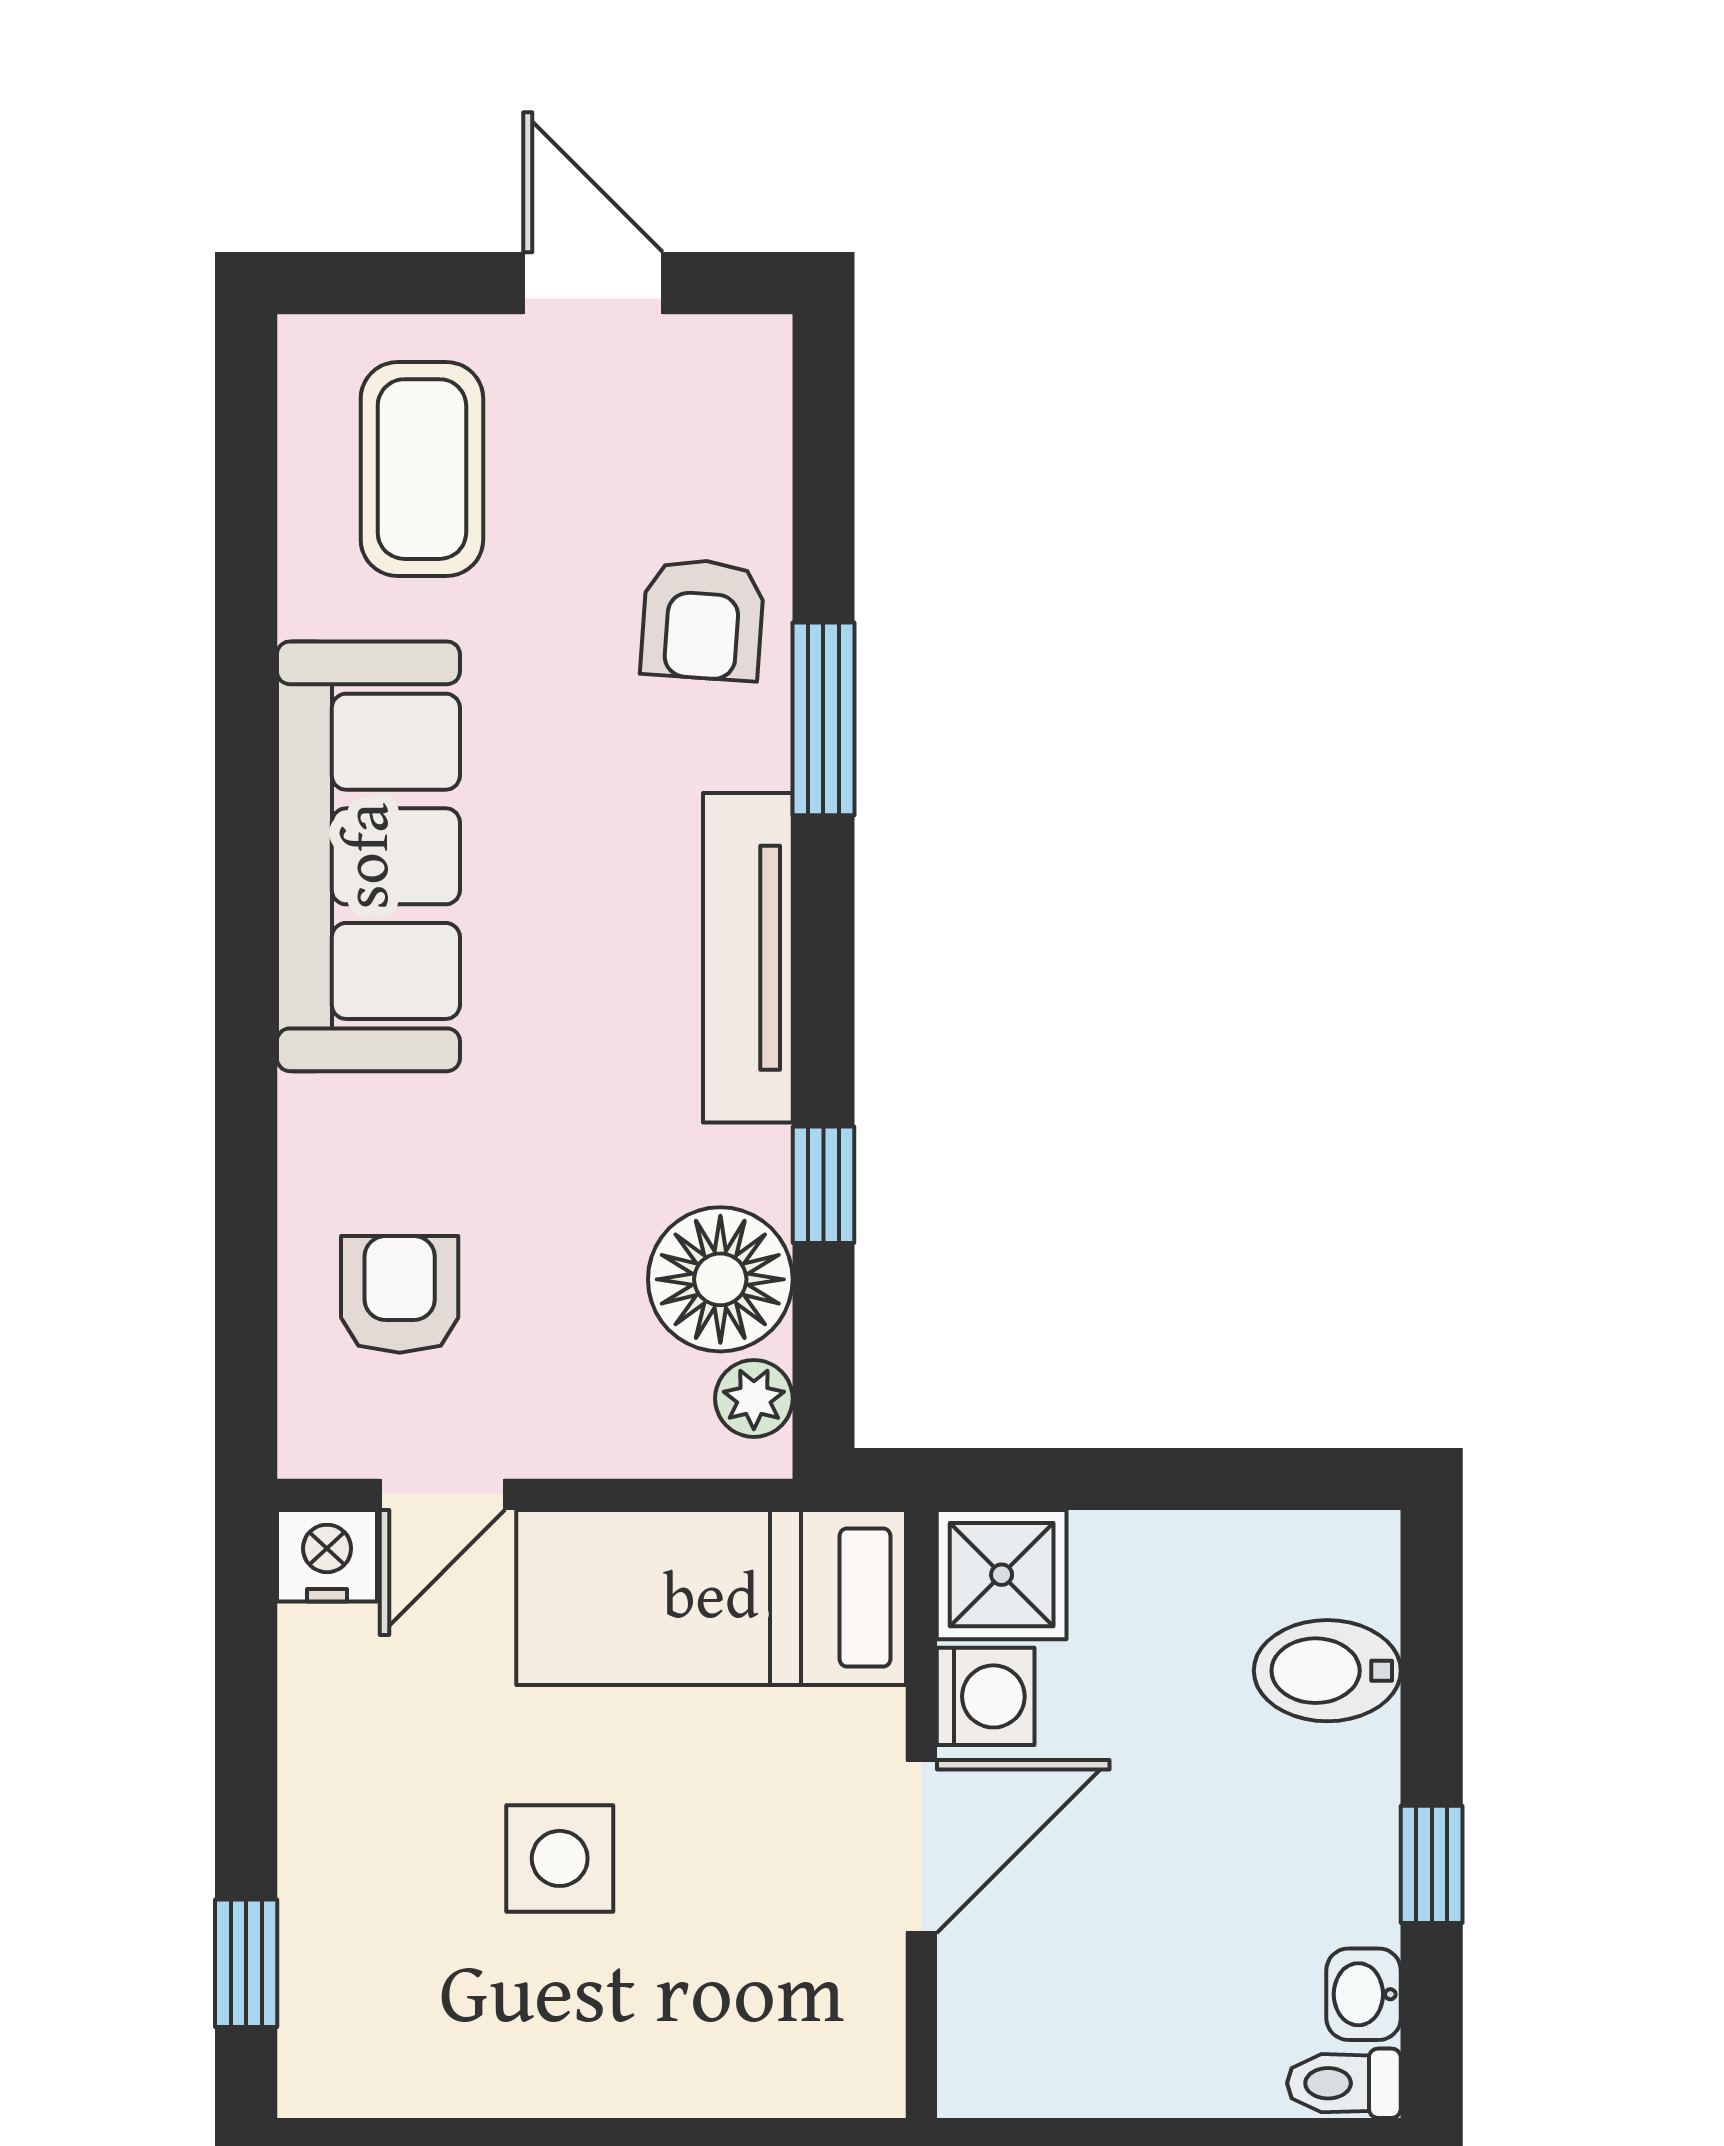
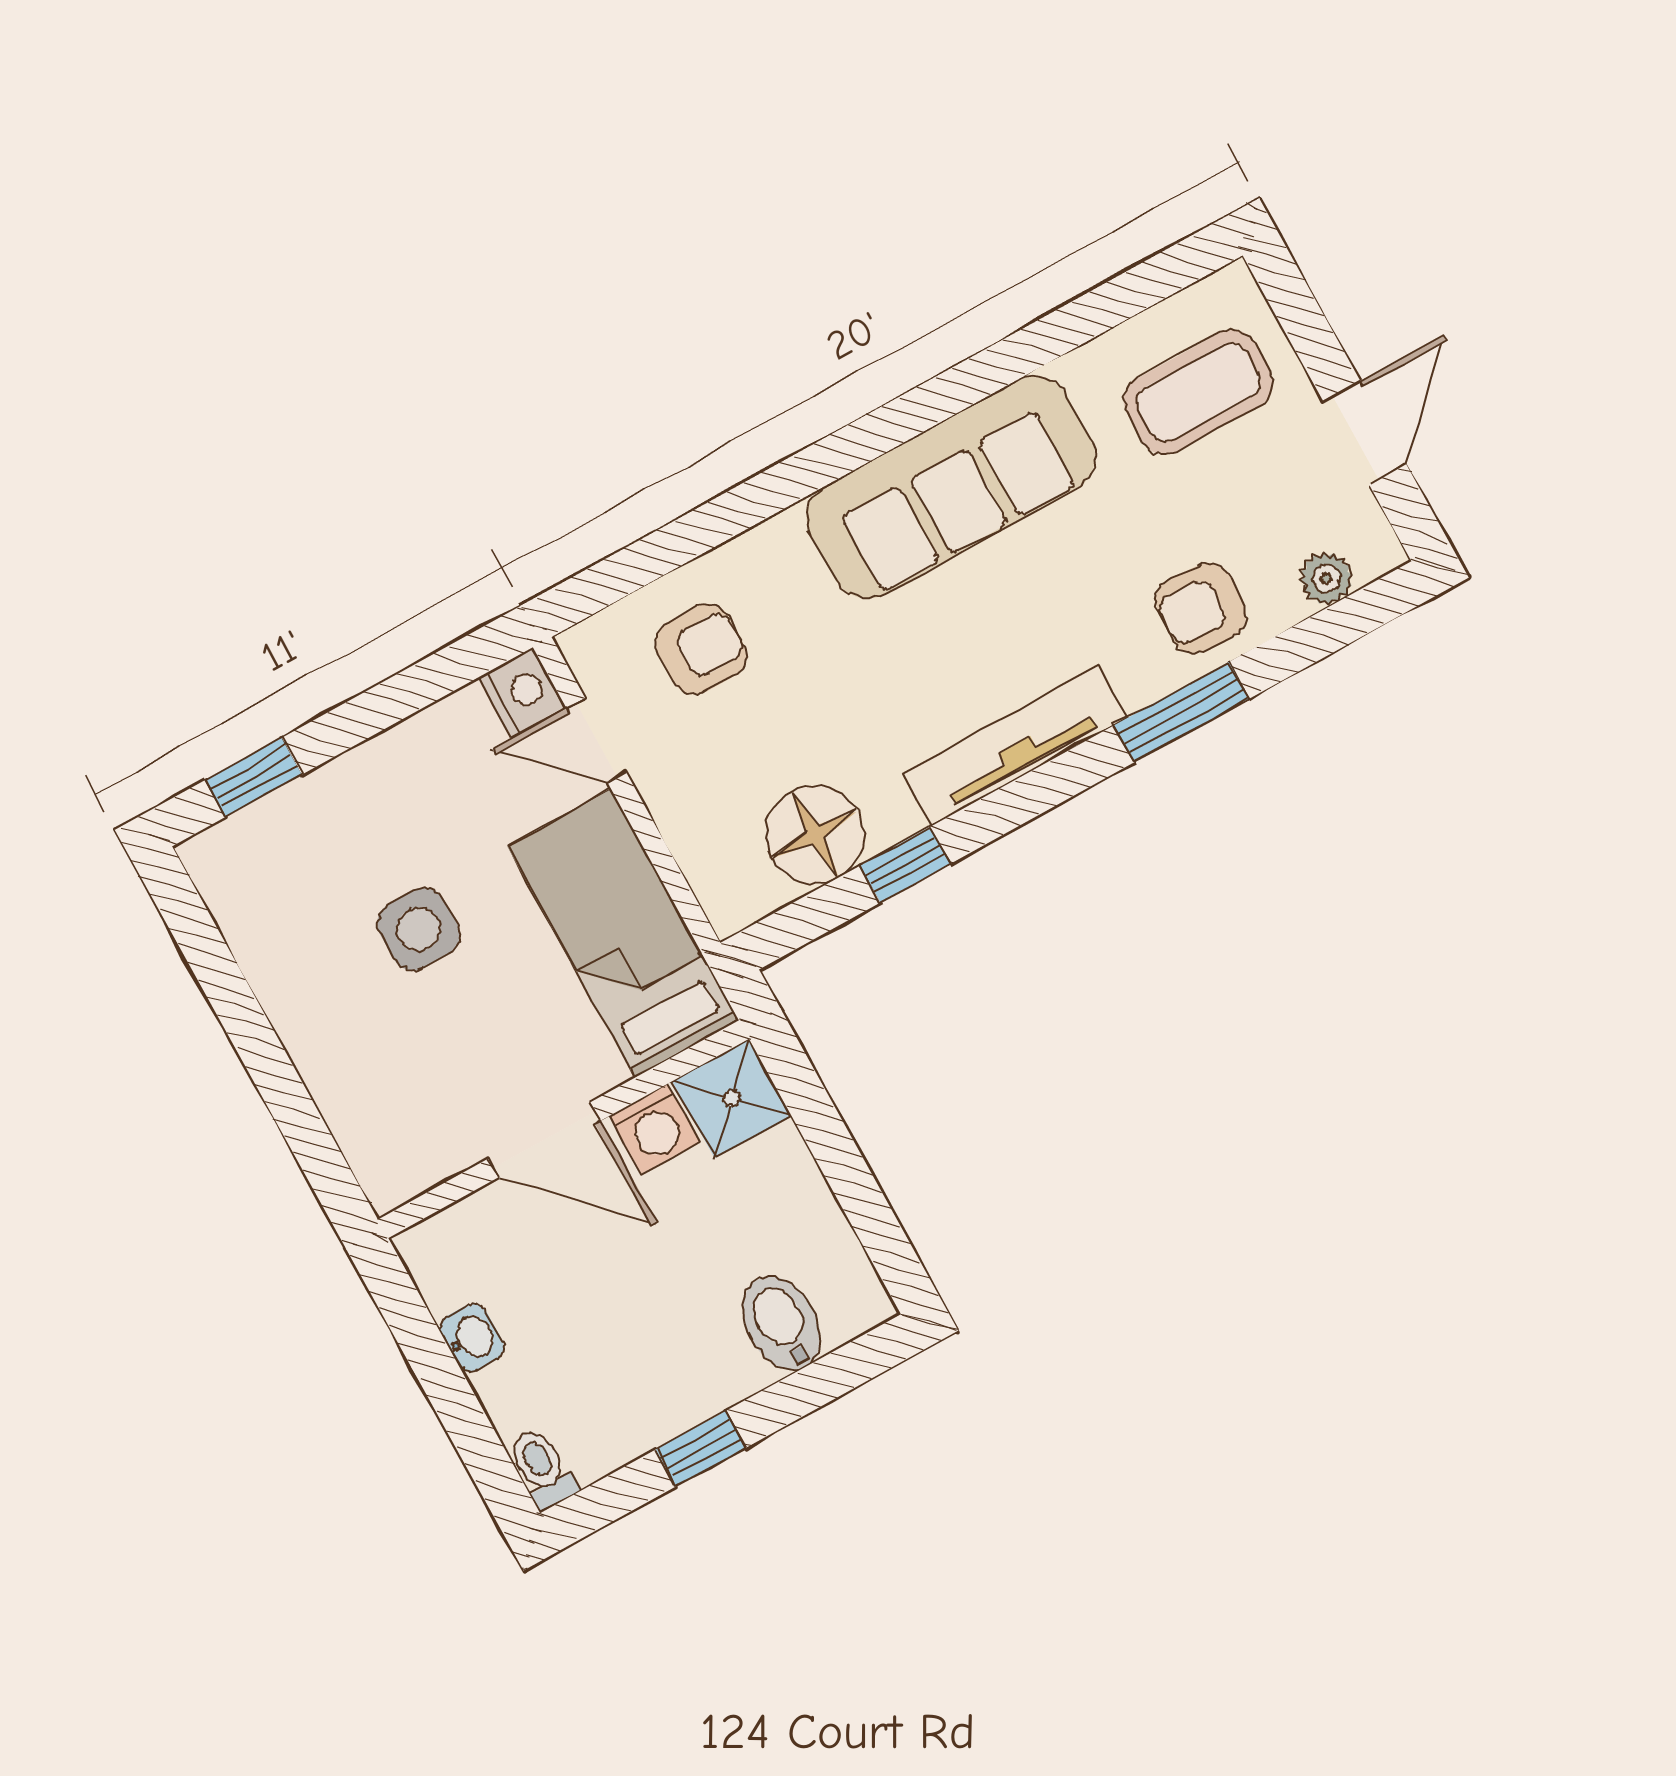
plant: (754, 1398) -> (1326, 578), moved
washbasin: (1364, 1994) -> (472, 1338), moved, turned 90

